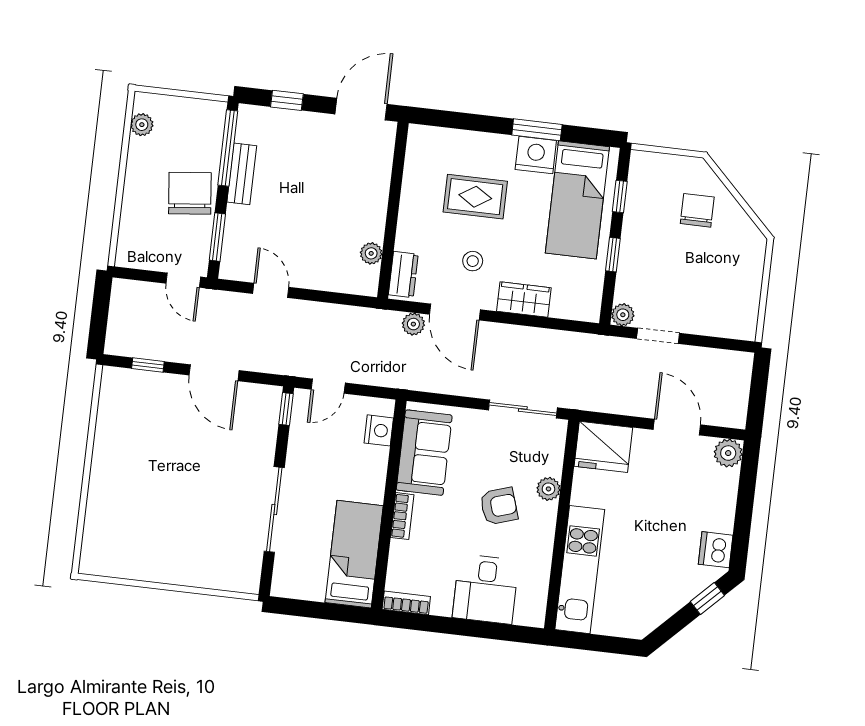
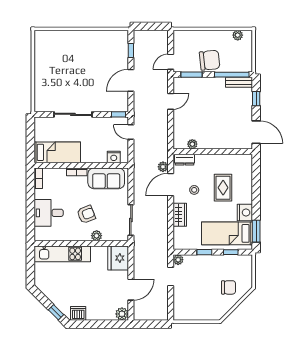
window: (537, 130) -> (256, 231), moved
bench: (242, 174) -> (239, 82), moved
armchair: (499, 506) -> (86, 214), turned -94

